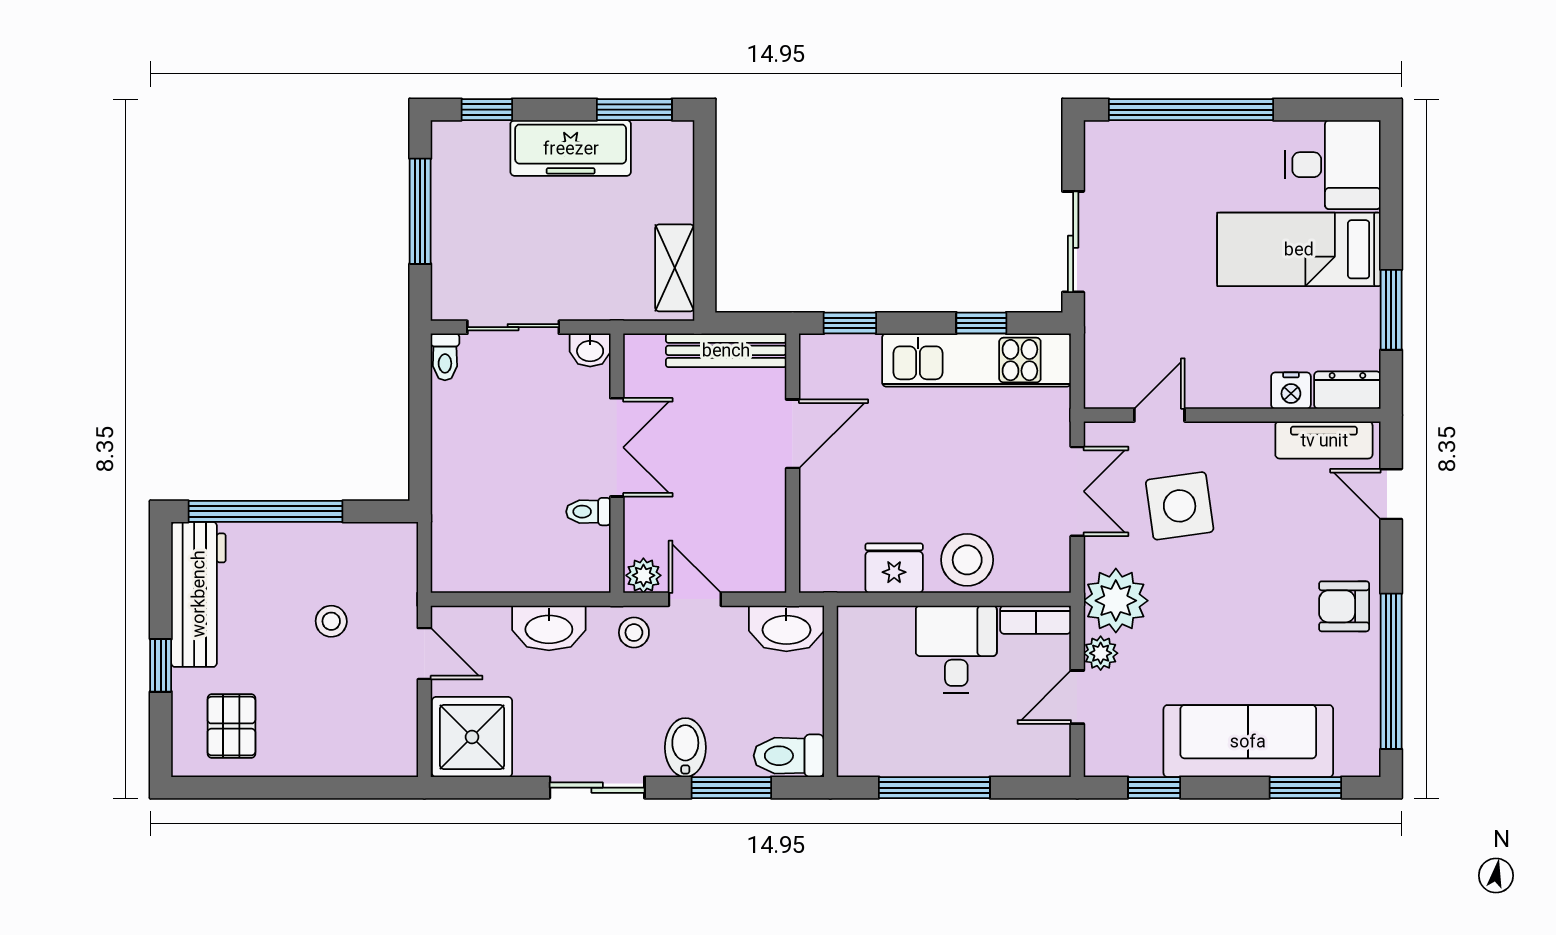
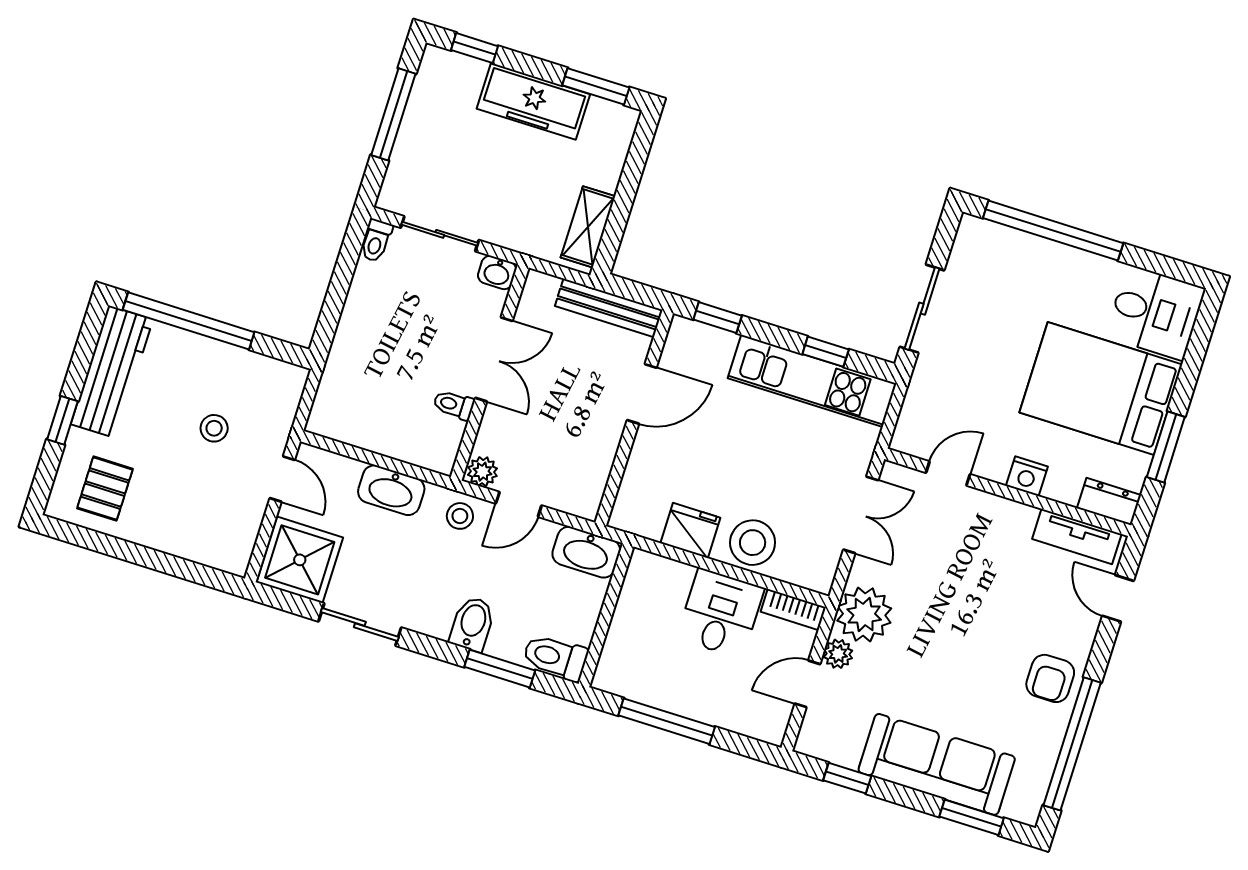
bed: (1299, 249) -> (1101, 388), width x1.50
nightstand: (1291, 391) -> (1027, 476), moved
side table: (1180, 506) -> (941, 553), removed
door: (695, 599) -> (519, 504), swing flipped
armchair: (1344, 606) -> (1050, 678), turned -90
sliding door: (597, 788) -> (360, 624), moved

